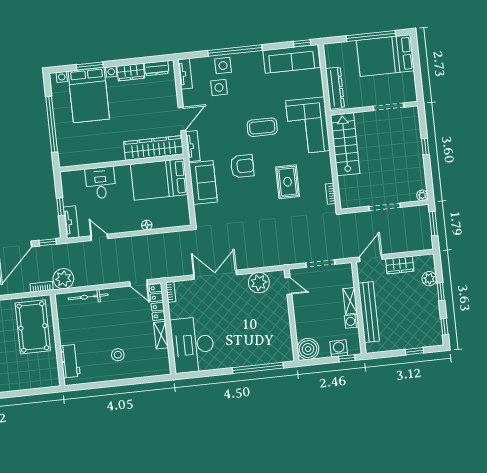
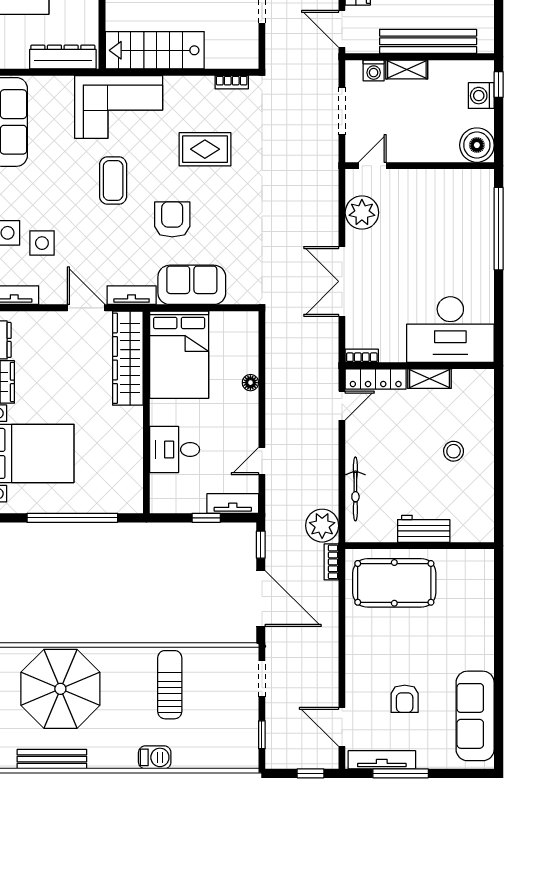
washing machine: (352, 321) -> (374, 70), moved
workbench: (70, 361) -> (424, 529), moved

